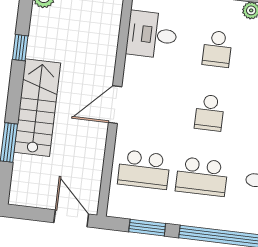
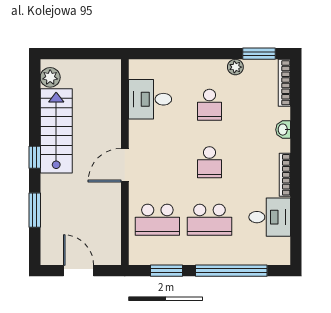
window: (20, 48) -> (35, 157), moved
stairs: (37, 108) -> (56, 131), moved
door: (71, 218) -> (79, 271), moved

